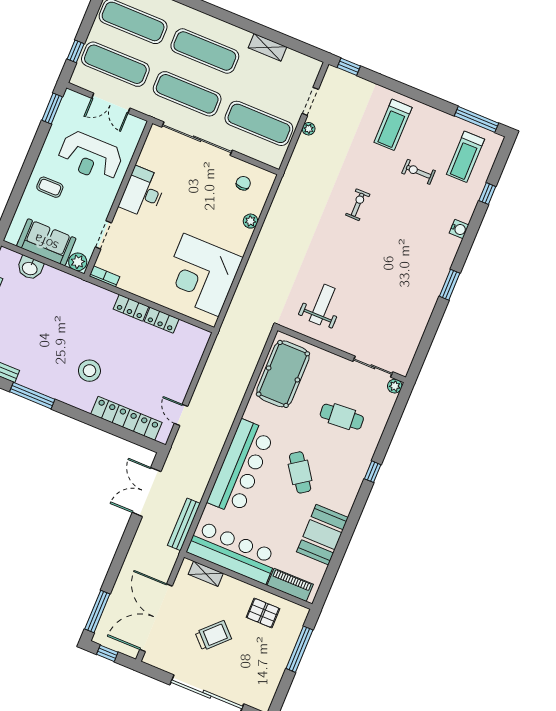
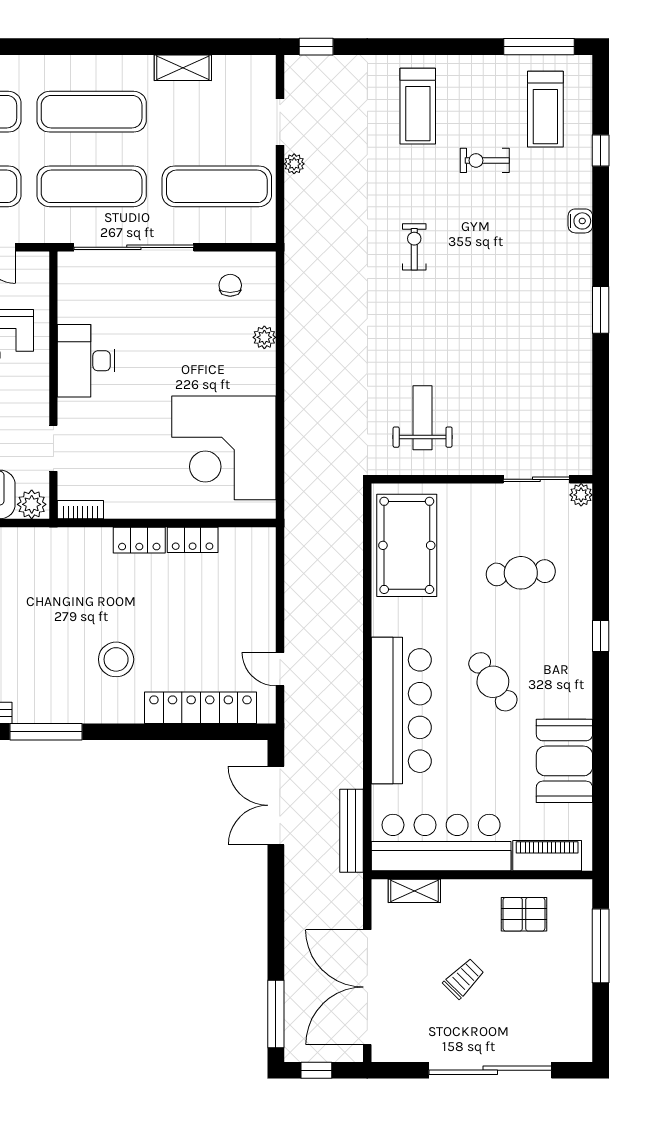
trolley: (213, 636) -> (464, 979), width x0.73, depth x0.72

